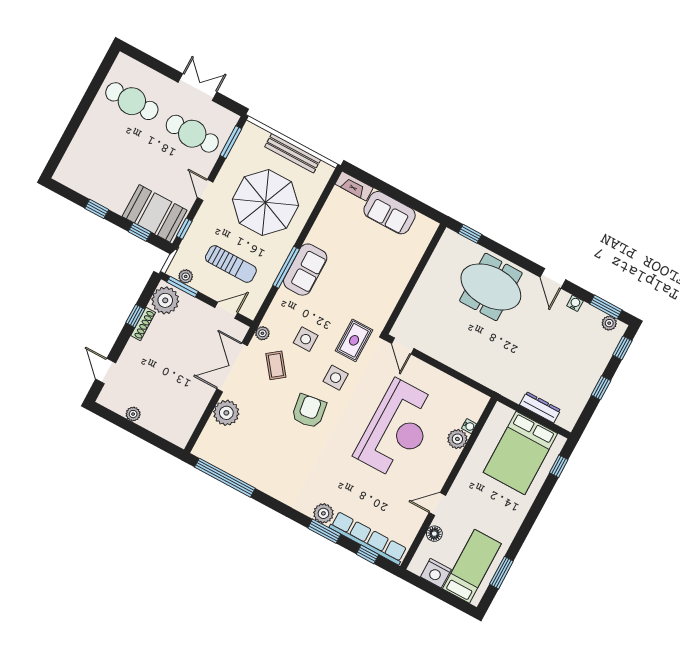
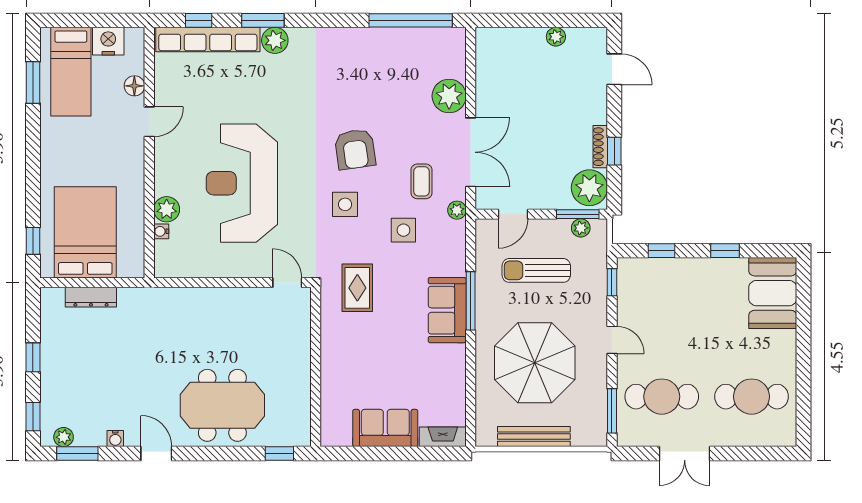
booth: (155, 213) -> (773, 293), moved, turned 90
rug: (354, 340) -> (357, 288), moved
coffee table: (276, 365) -> (421, 181), turned 37

